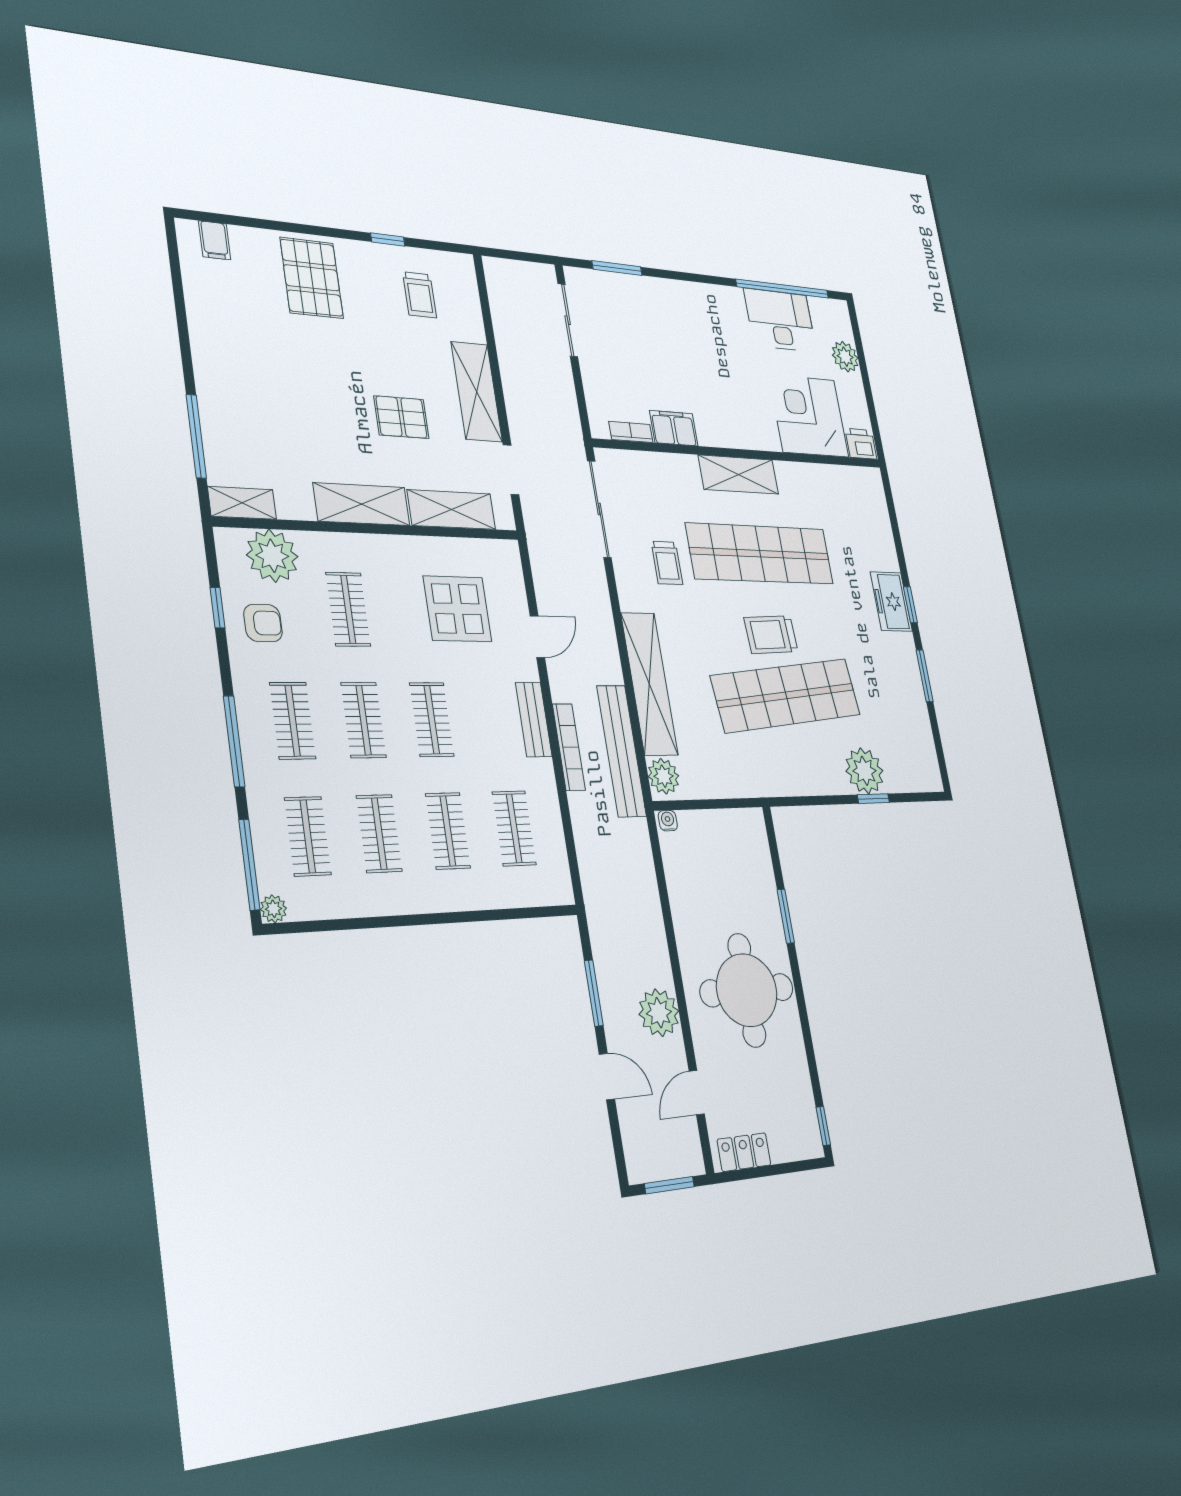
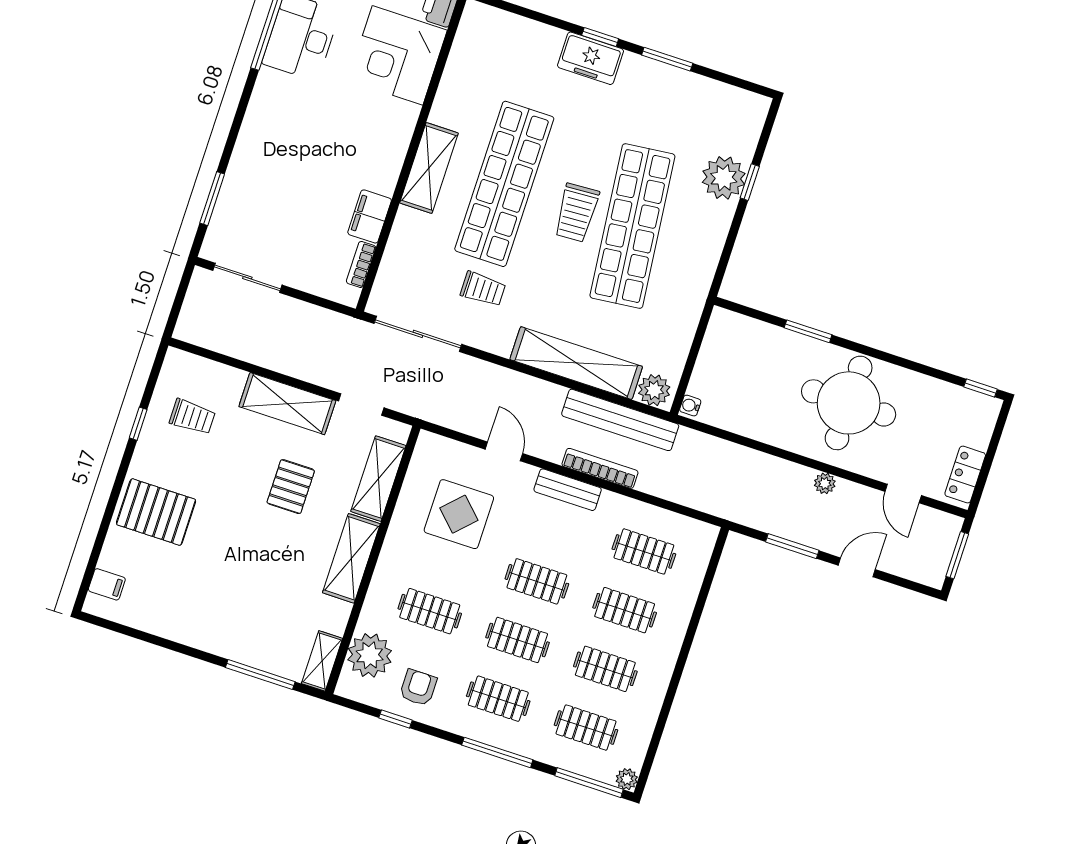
plant: (659, 1013) -> (825, 483), width x0.53, depth x0.53

